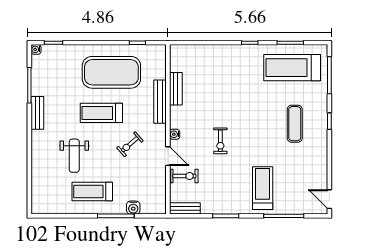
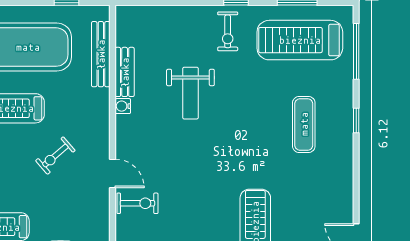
bench: (160, 102) -> (101, 54), moved
weight bench: (220, 103) -> (190, 93), added
water cooler: (175, 134) -> (123, 106), moved
exercise bike: (220, 141) -> (228, 31), moved

